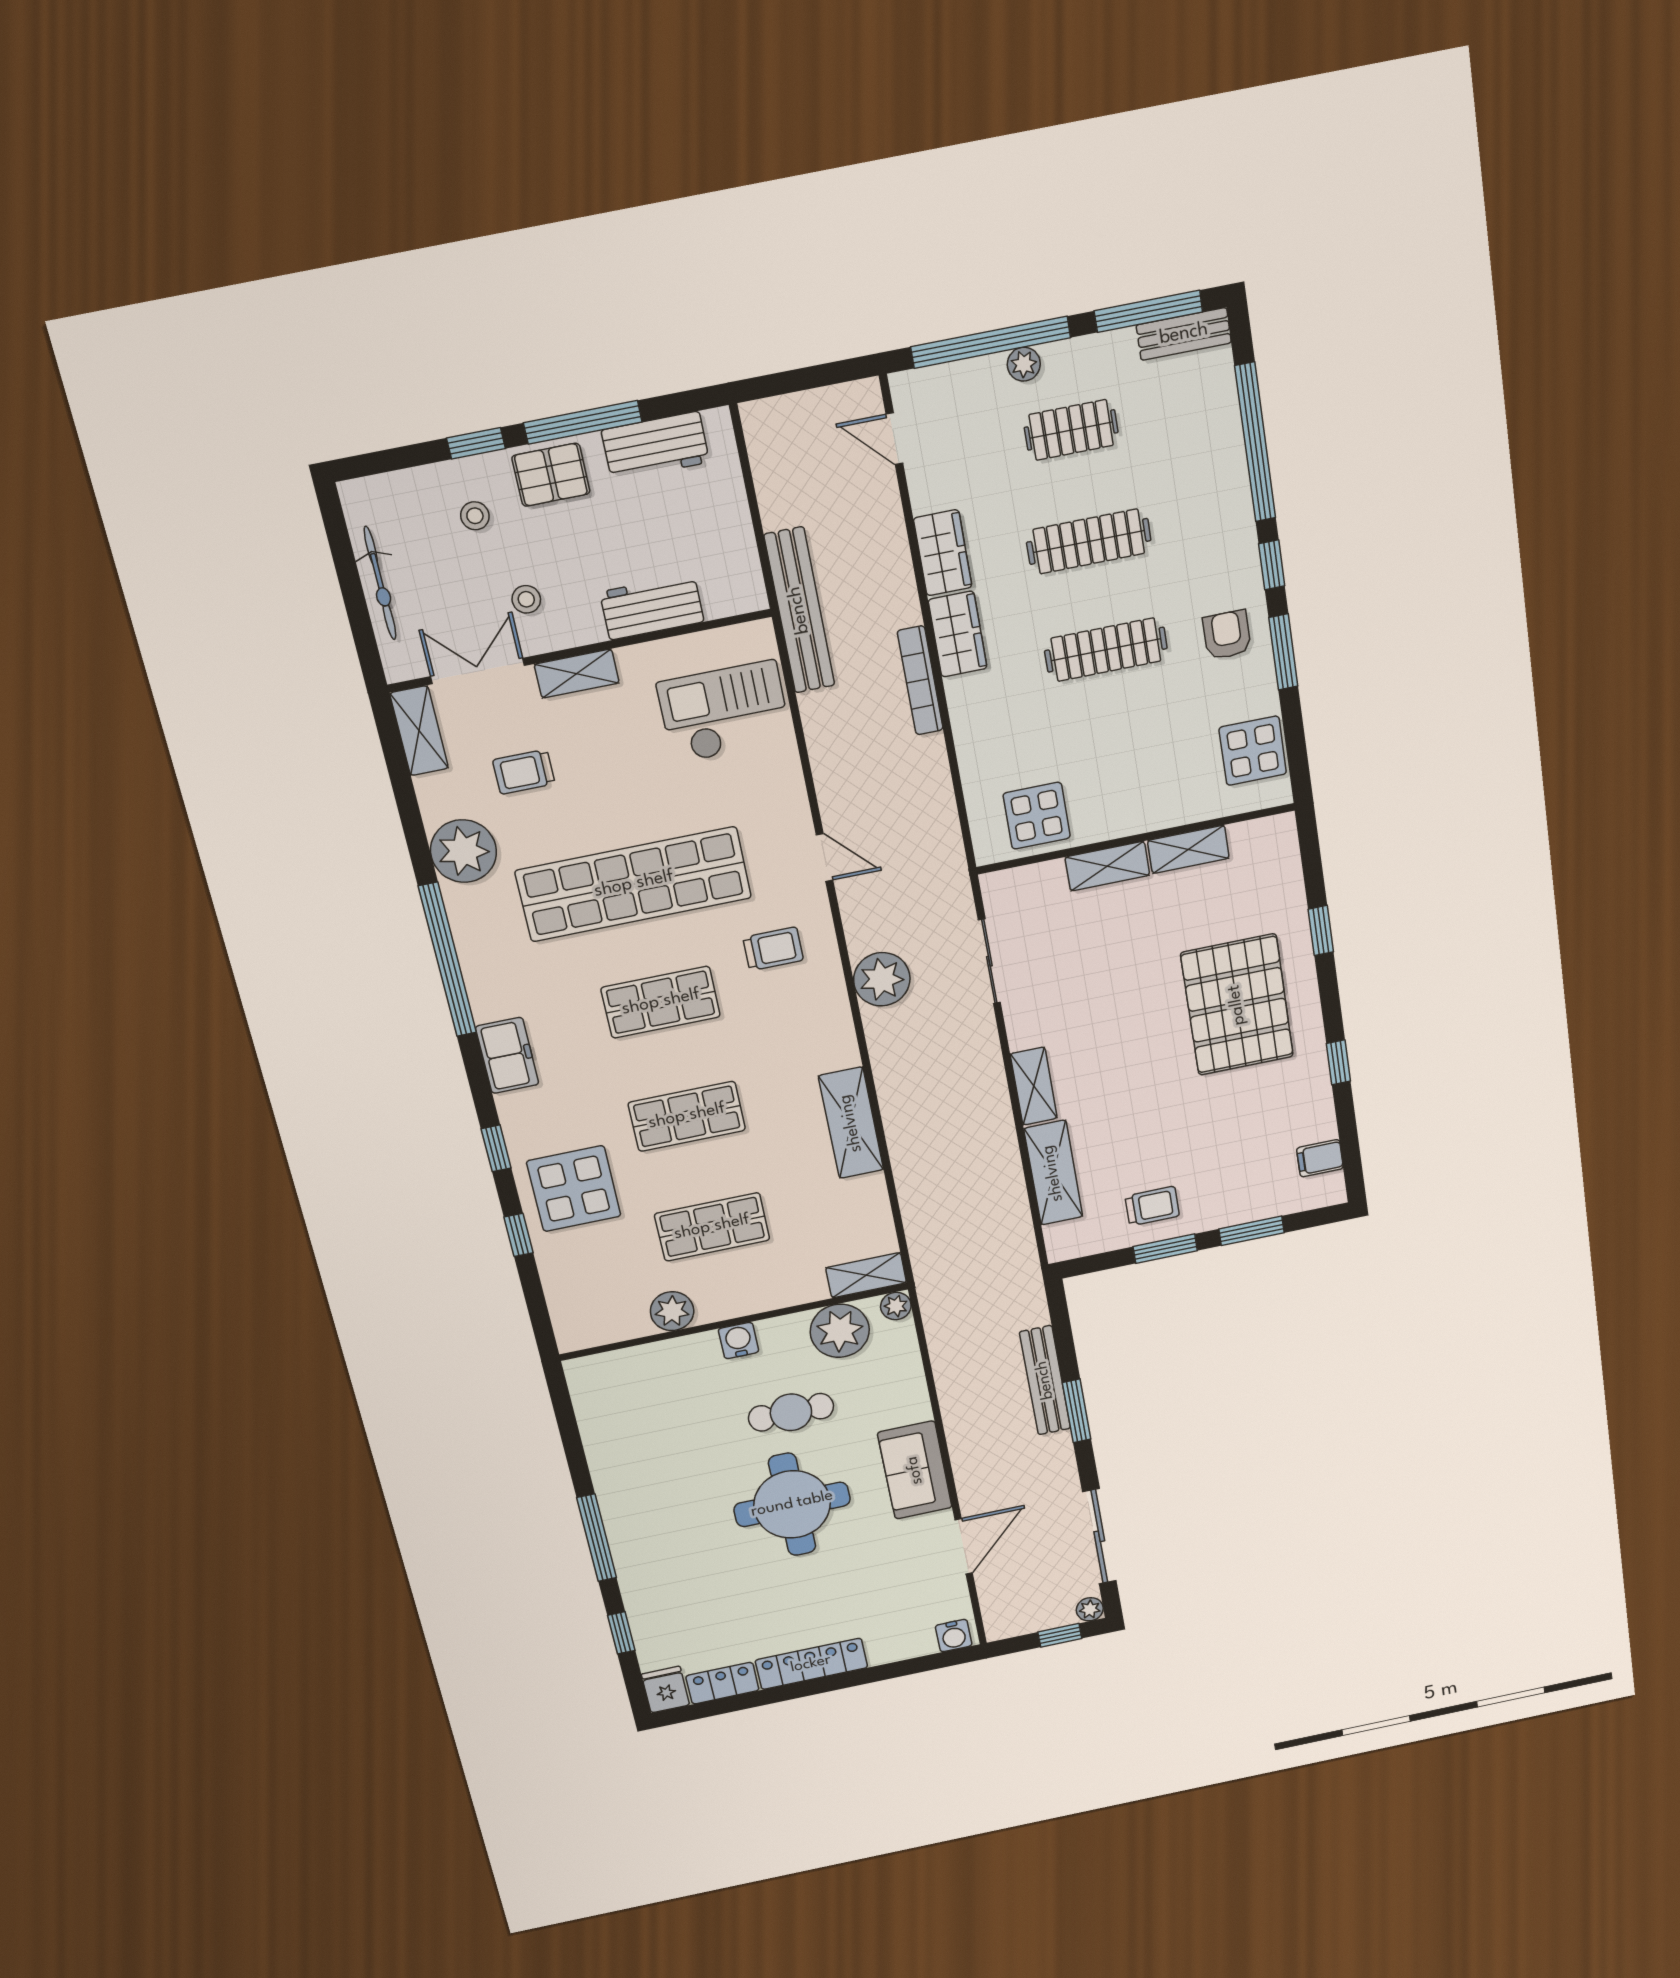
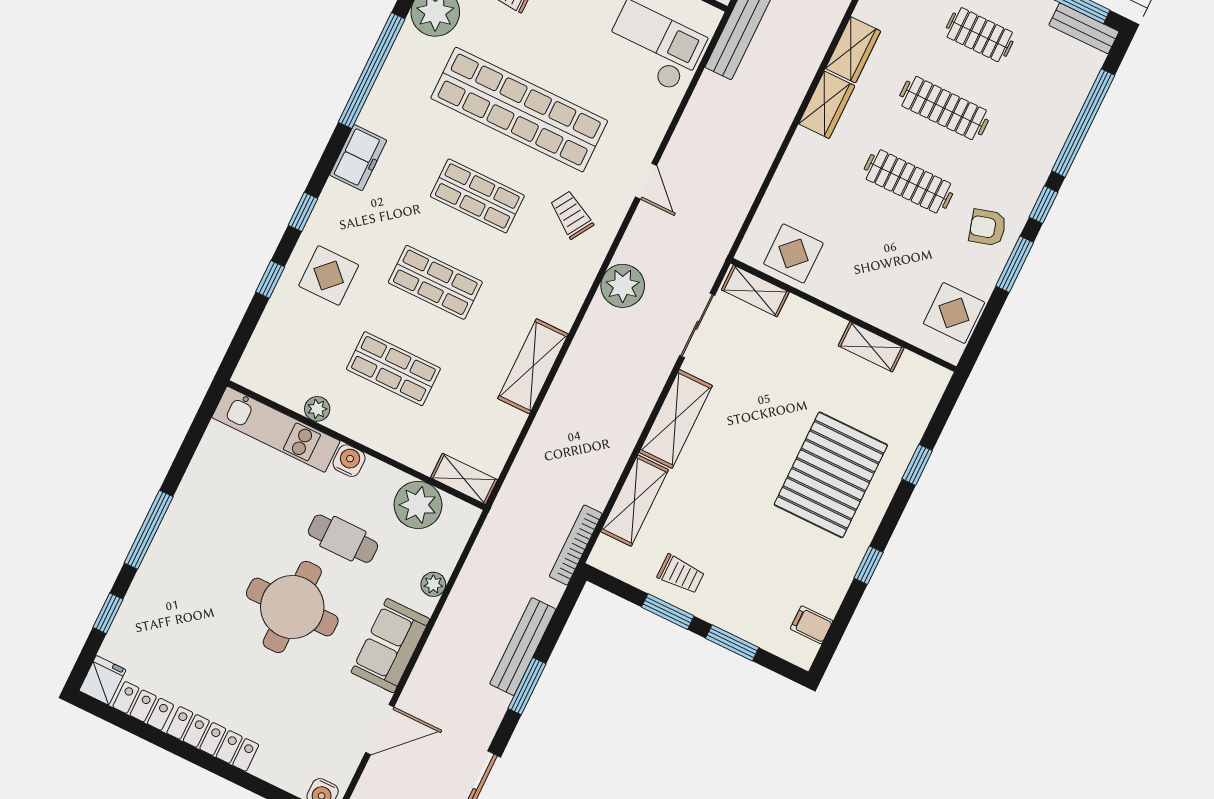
armchair: (1227, 635) -> (988, 228), turned -106
bookcase: (920, 680) -> (576, 545), moved
shelving: (1107, 866) -> (755, 291), moved
trolley: (773, 949) -> (571, 215), turned -148
shelving: (1034, 1086) -> (676, 419), width x1.50, depth x1.33
display table: (574, 1189) -> (329, 275), width x0.73, depth x0.73
plant: (896, 1306) -> (433, 584), moved
plant: (672, 1311) -> (317, 409), width x0.73, depth x0.73
kitchen unit: (643, 1365) -> (276, 429), added

